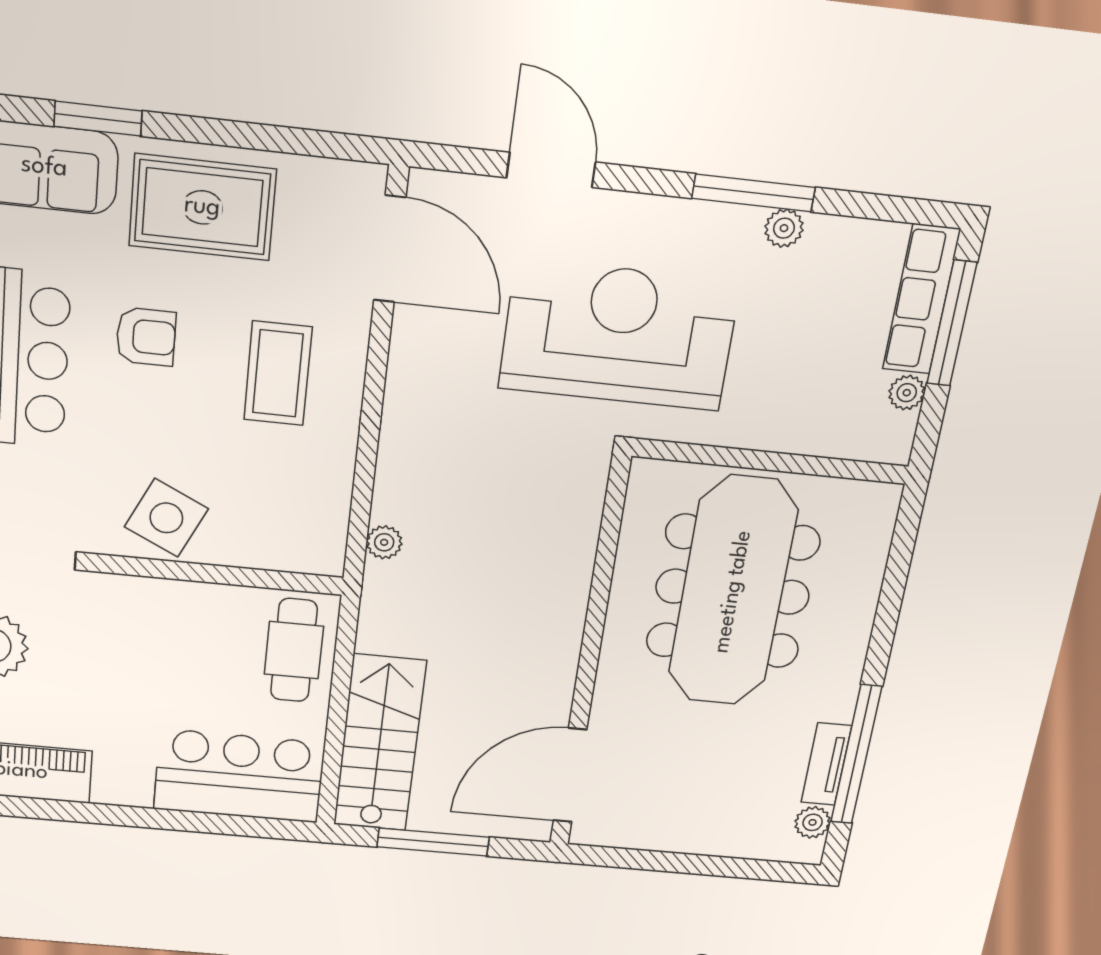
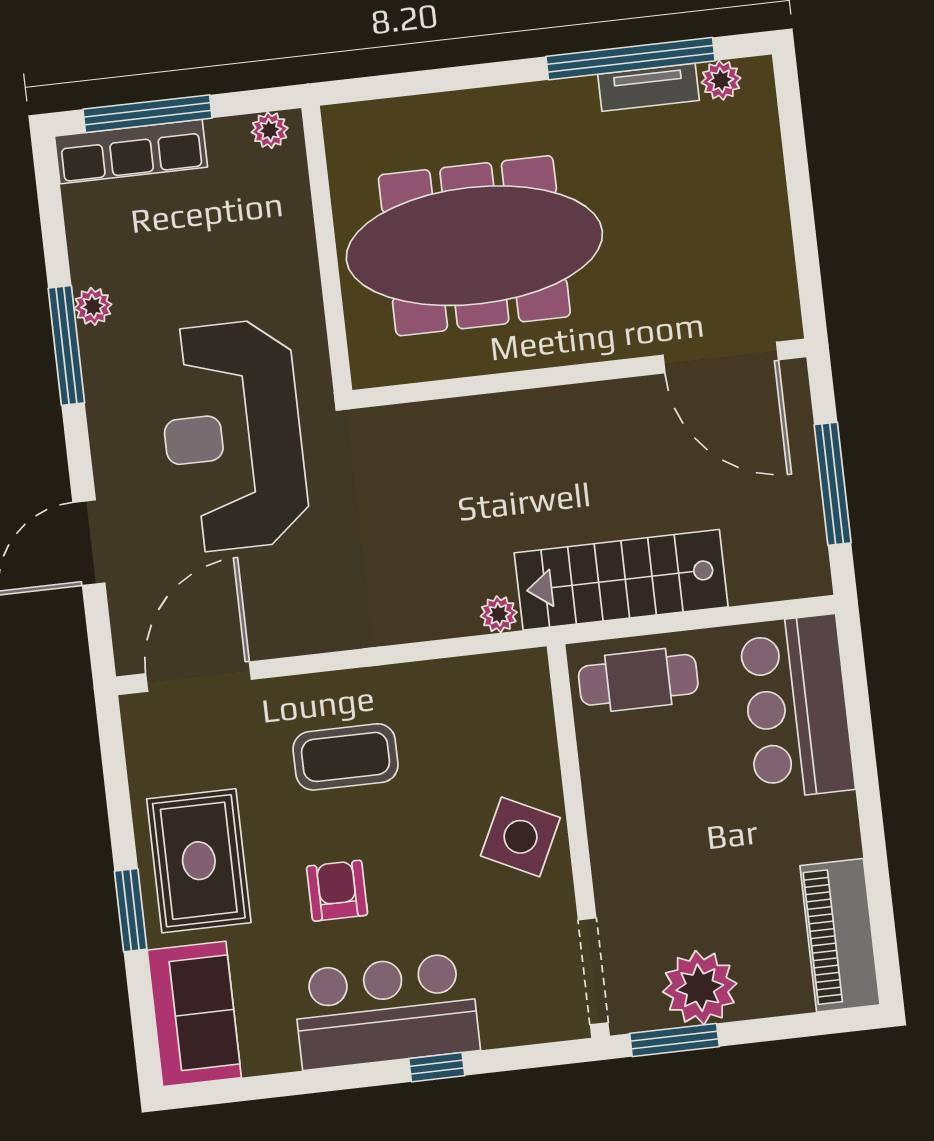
window: (98, 119) -> (131, 910), moved
plant: (907, 393) -> (270, 130), moved
stairs: (380, 743) -> (621, 580), moved

